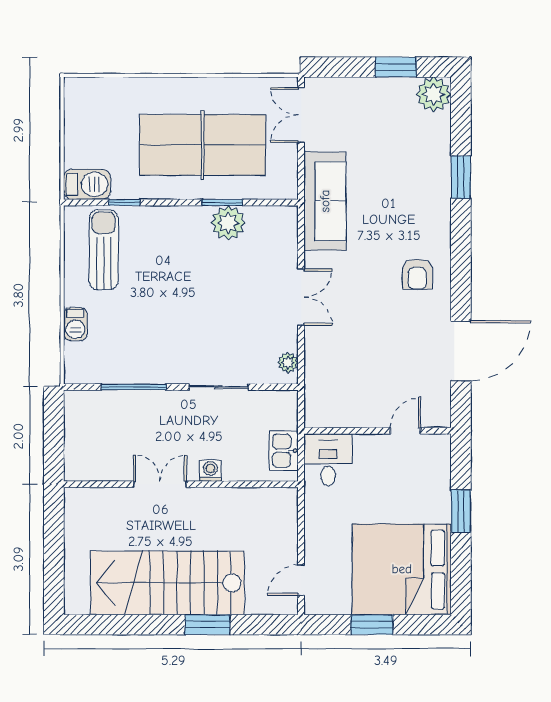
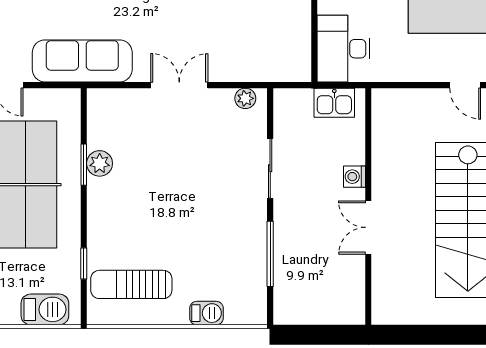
barbecue: (87, 184) -> (45, 309), moved, turned 90
plant: (228, 223) -> (100, 163), width x0.73, depth x0.73
desk: (328, 460) -> (344, 49), width x1.37

